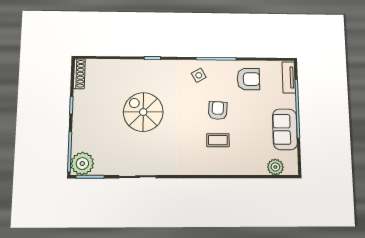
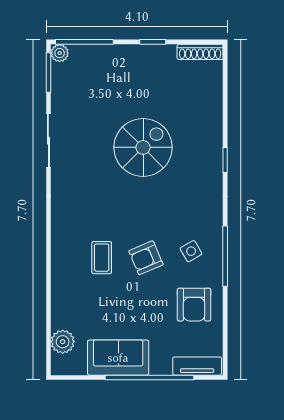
side table: (199, 75) -> (191, 251), moved
armchair: (218, 110) -> (146, 258), turned 153
plant: (82, 163) -> (60, 53), width x0.53, depth x0.53

